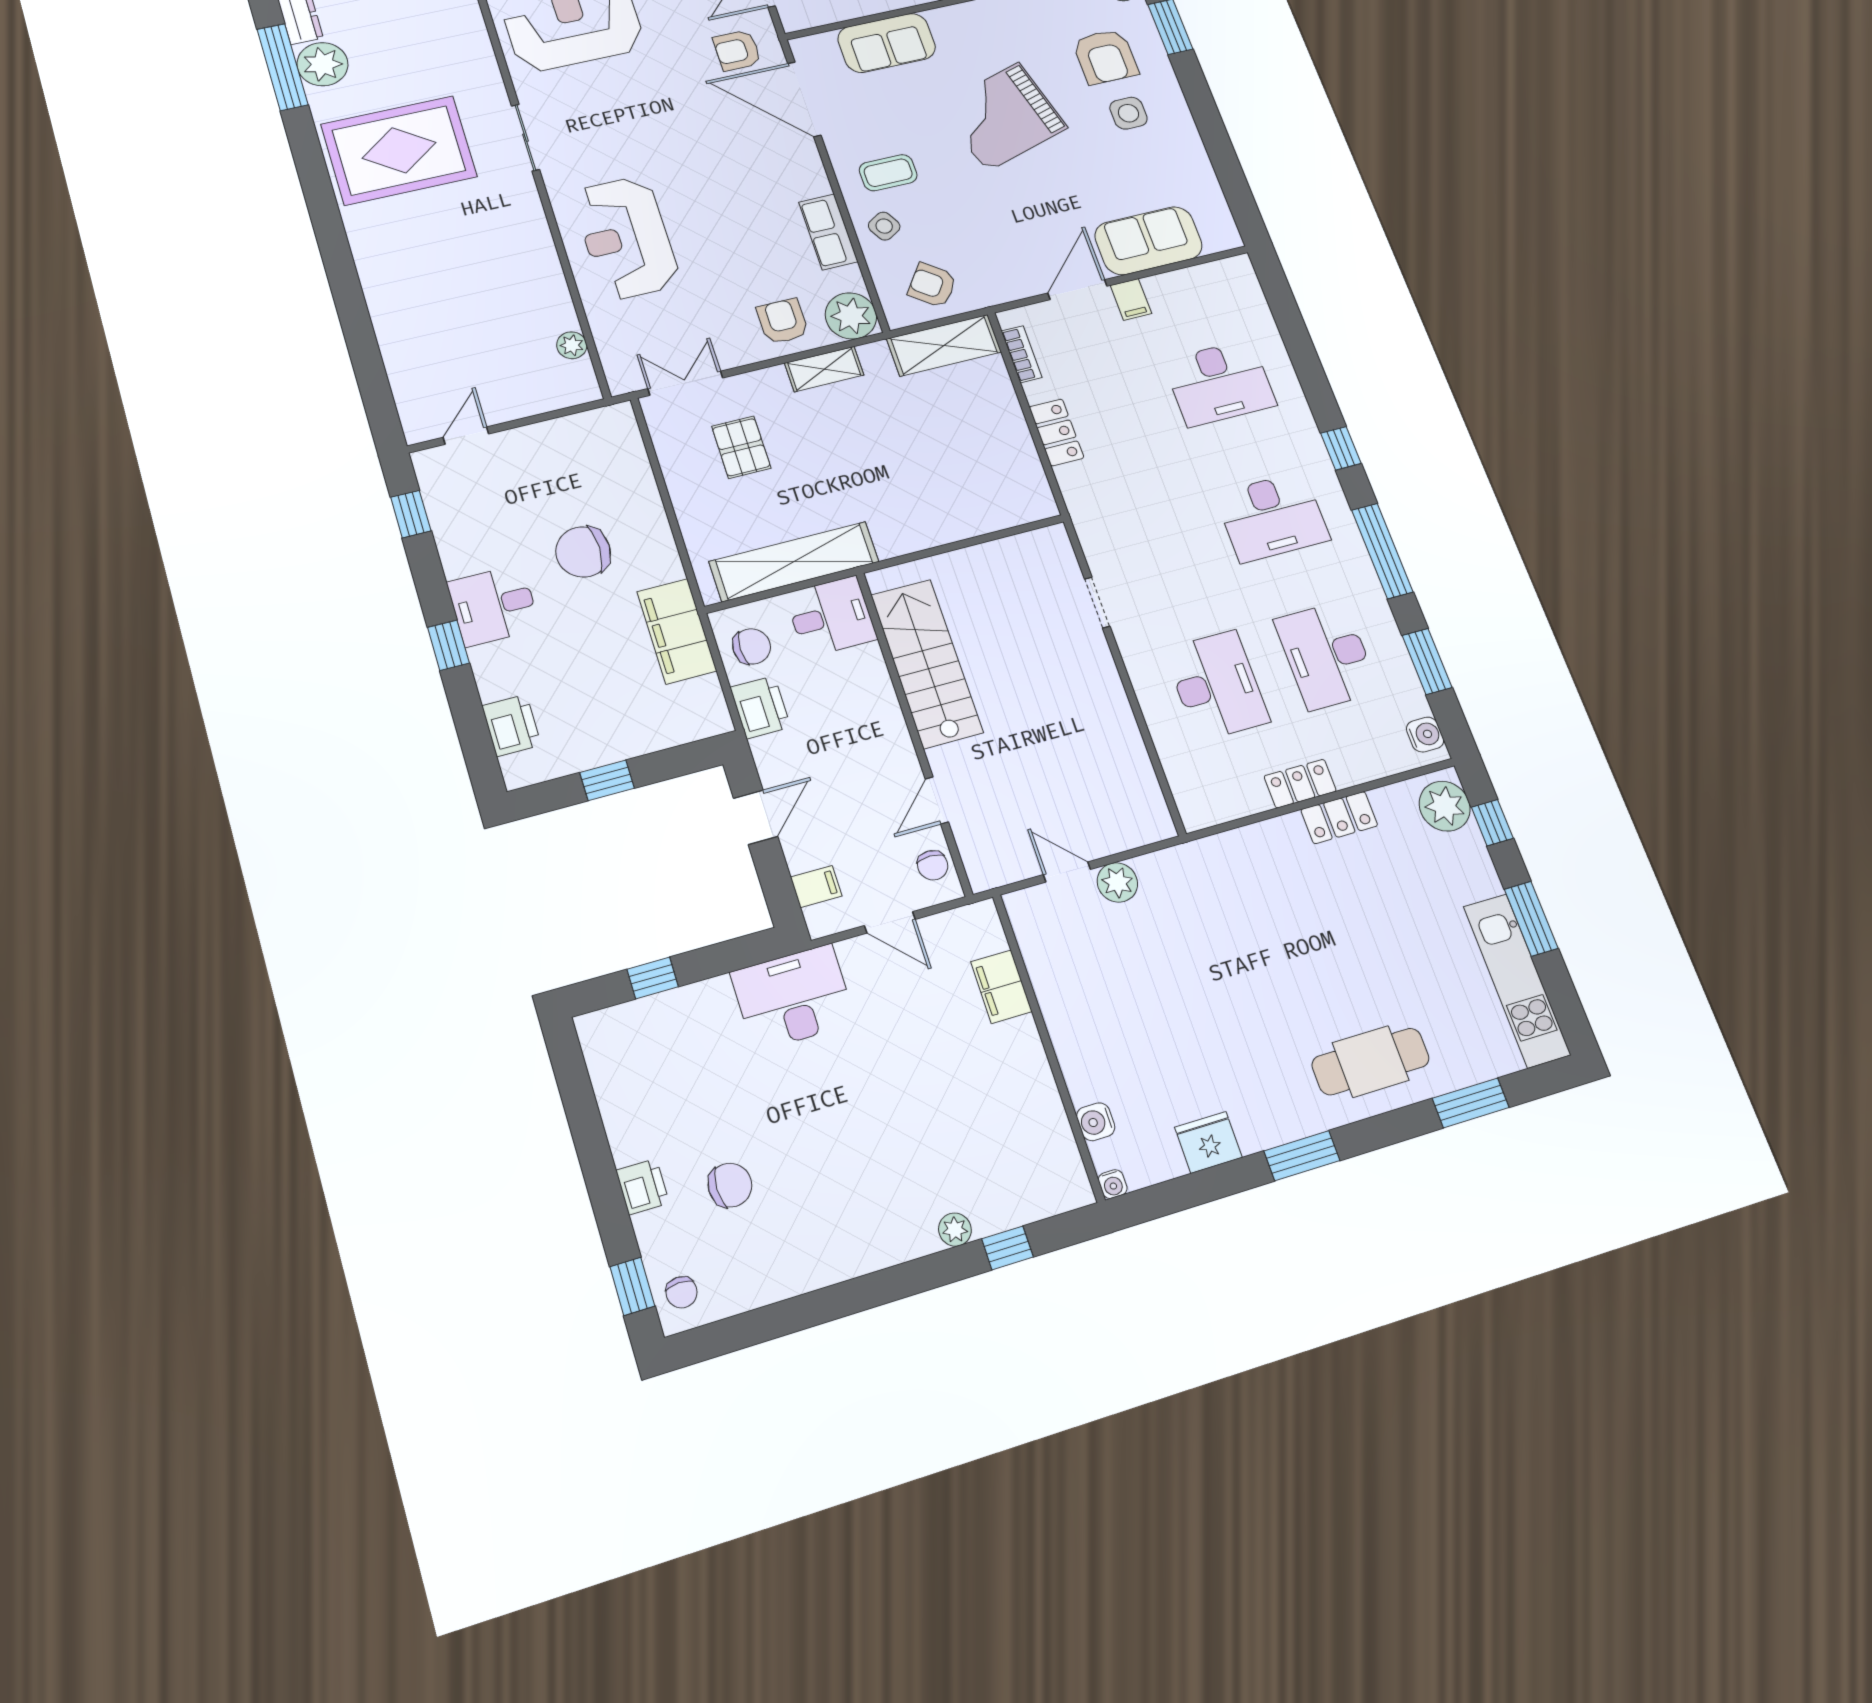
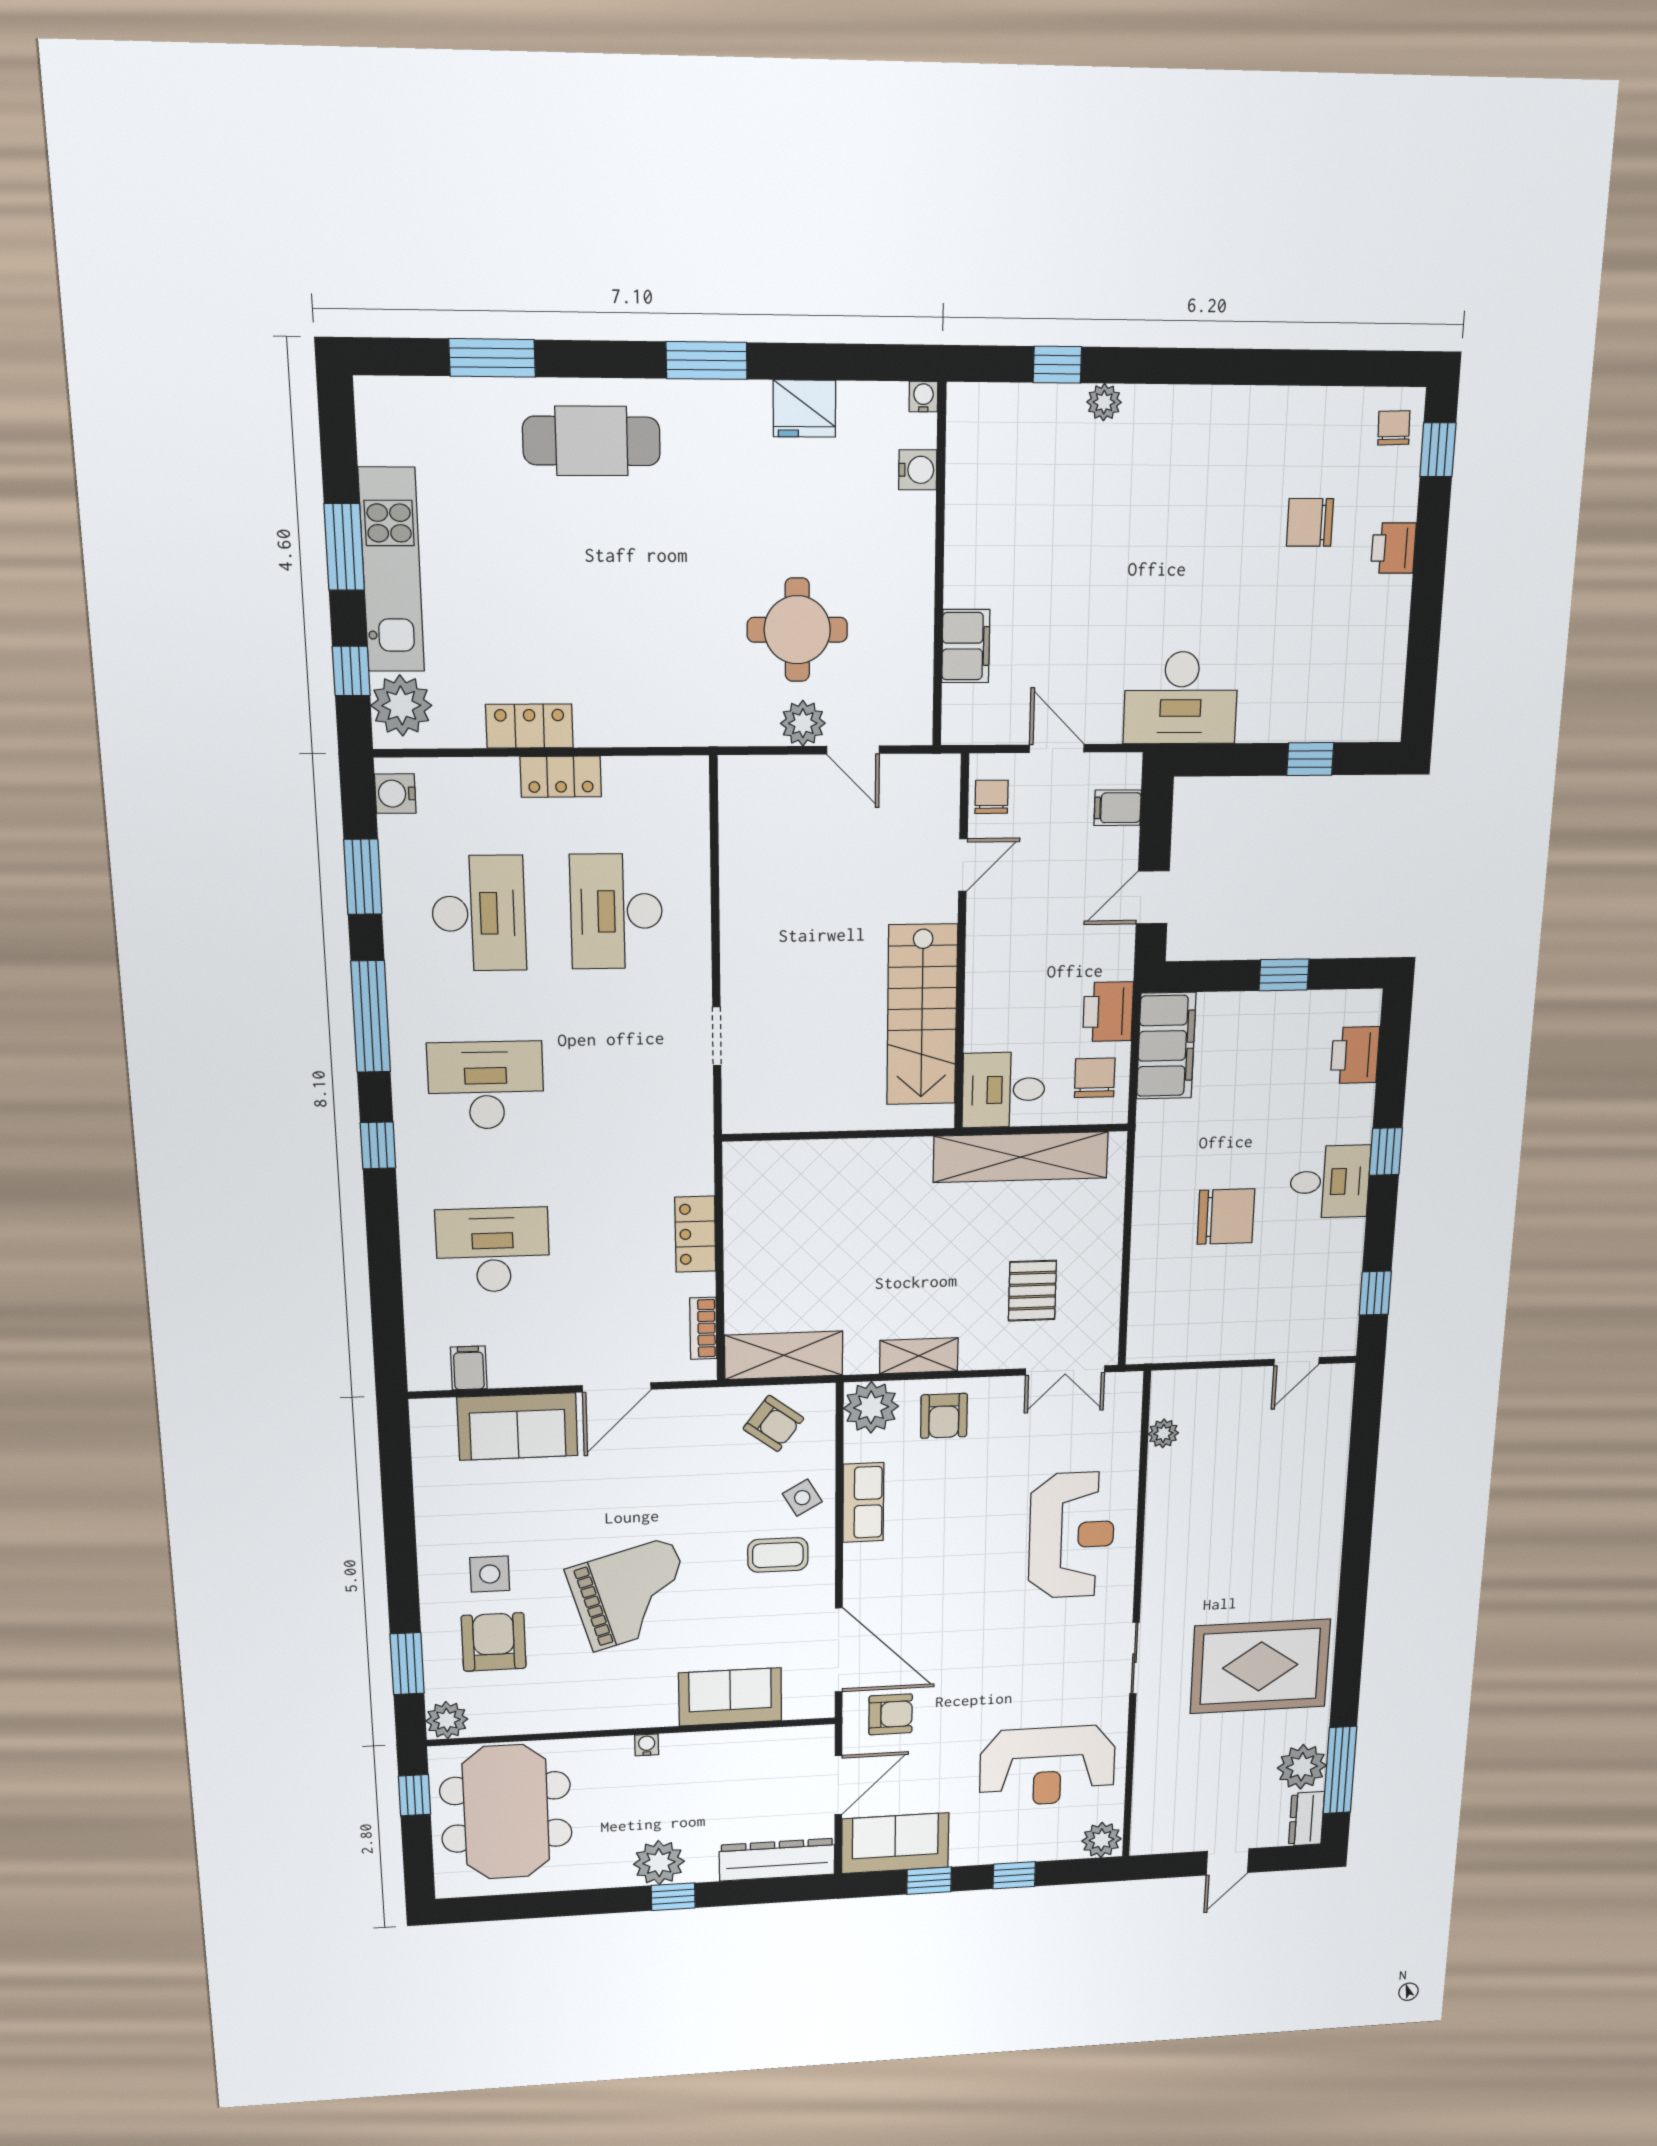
filing cabinet: (1131, 299) -> (469, 1368), moved
filing cabinet: (677, 631) -> (1166, 1046), moved
chair: (752, 646) -> (1095, 1078), turned 90
round table: (1150, 959) -> (797, 630), added
kitchen unit: (1517, 980) -> (392, 570), moved

